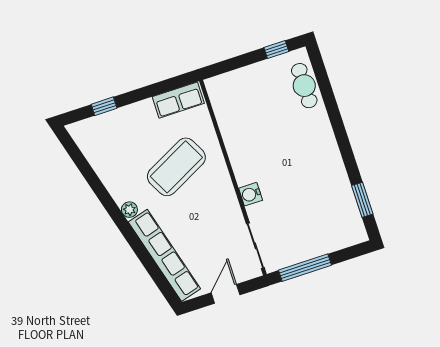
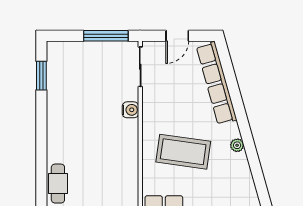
coffee table: (176, 167) -> (183, 152), turned 35
plant: (129, 210) -> (237, 145), moved

